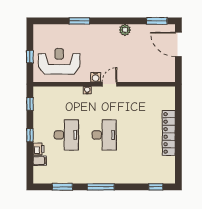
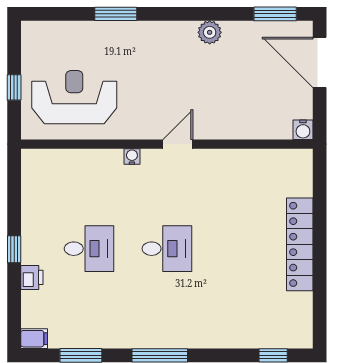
water cooler: (96, 77) -> (303, 130), moved
window: (30, 104) -> (14, 185), removed
desk: (66, 135) -> (89, 249), width x0.73
desk: (104, 135) -> (167, 249), width x0.73
filing cabinet: (40, 161) -> (34, 339), moved

